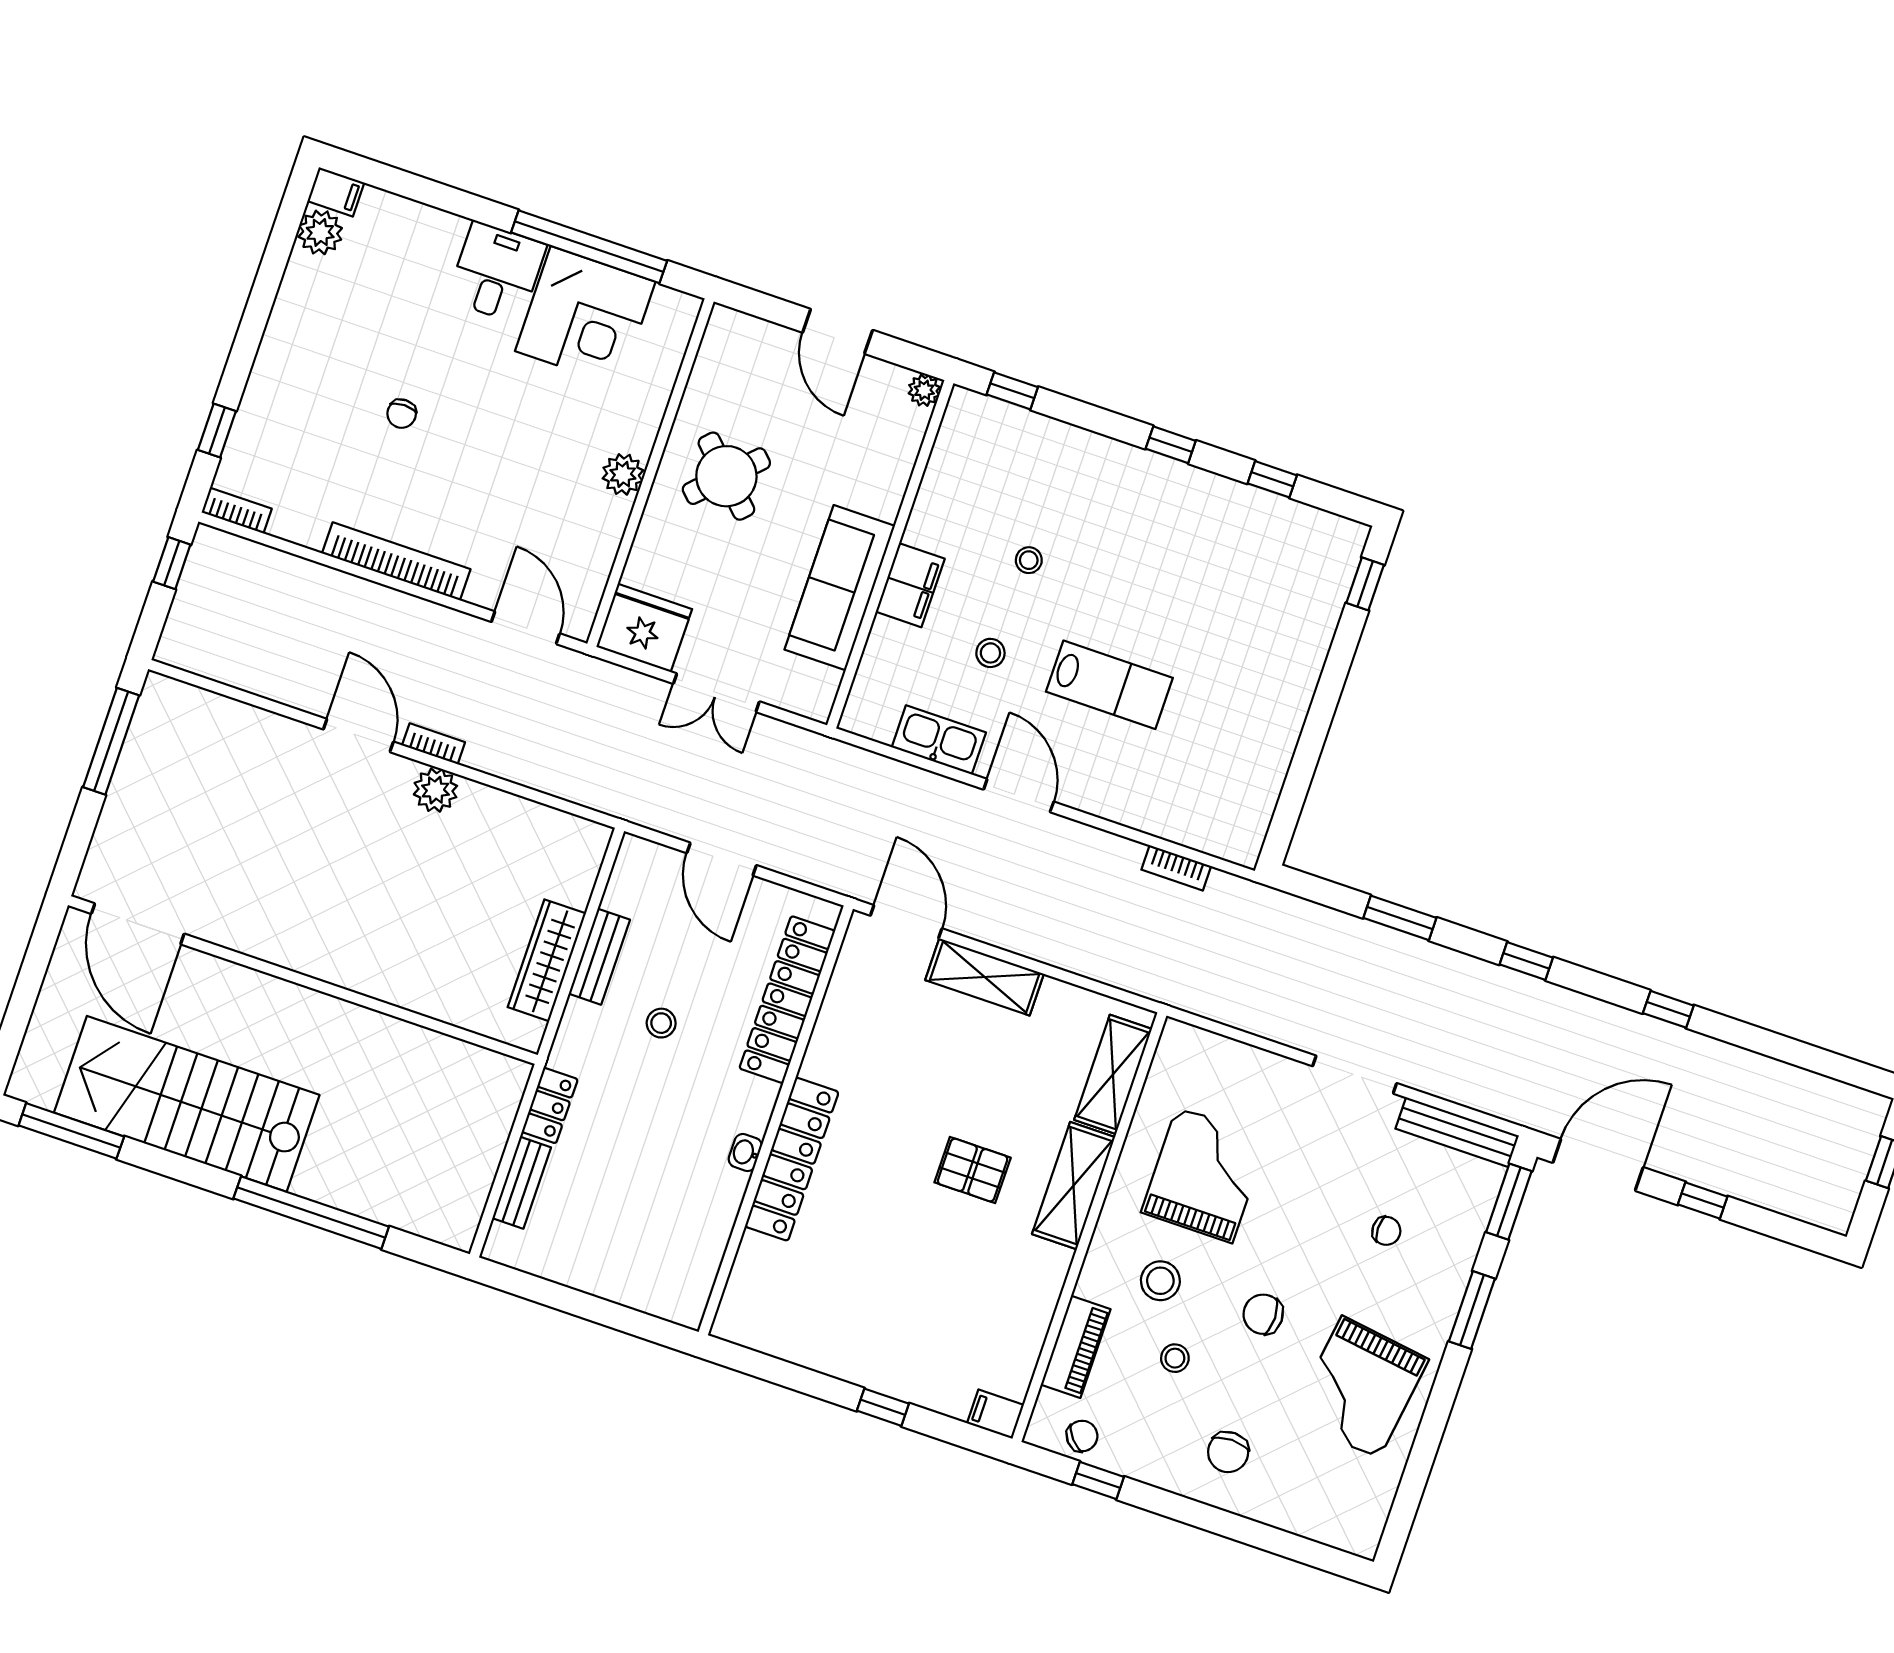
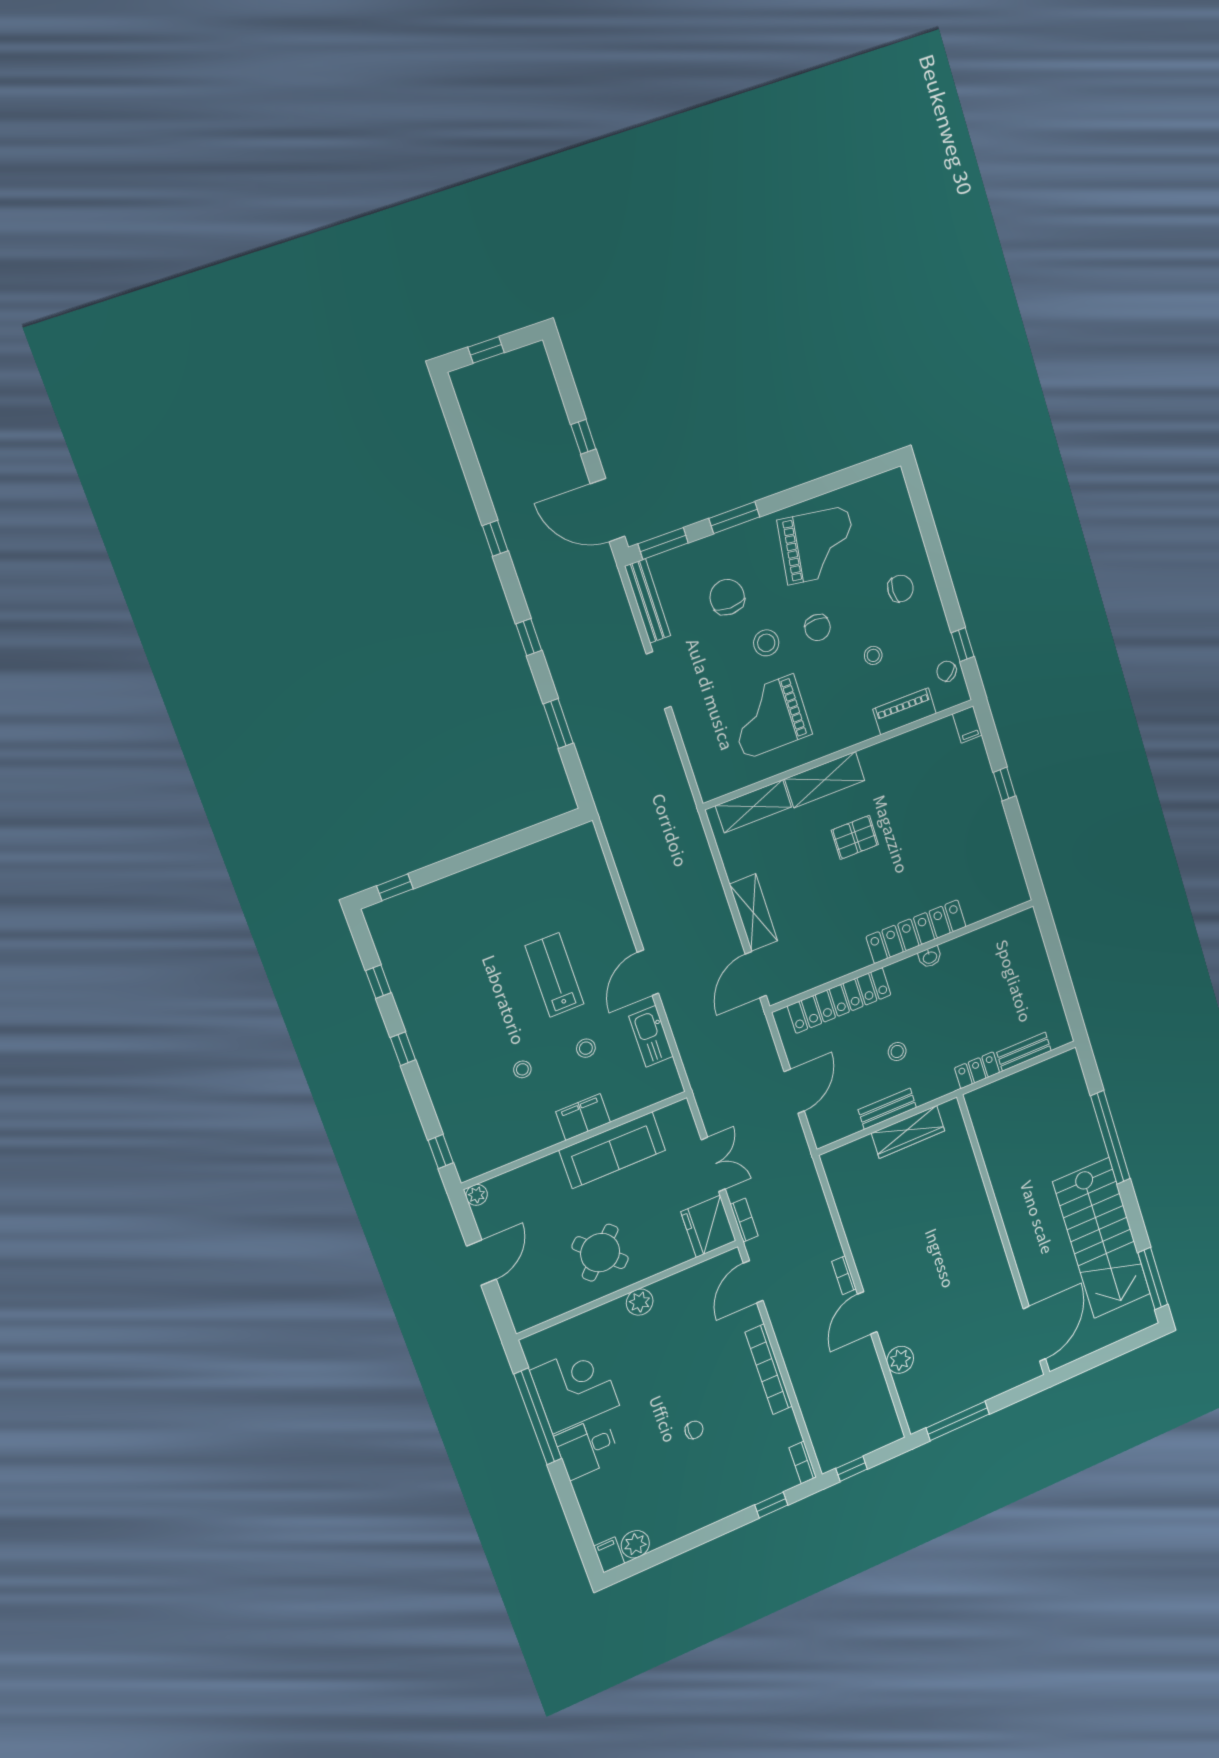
plant: (435, 790) -> (900, 1360), moved
bookcase: (1176, 868) -> (744, 1220), moved
pallet: (973, 1170) -> (855, 837), turned 90
chair: (1386, 1231) -> (727, 597), width x1.87, depth x1.87
stool: (1160, 1281) -> (766, 643), moved

